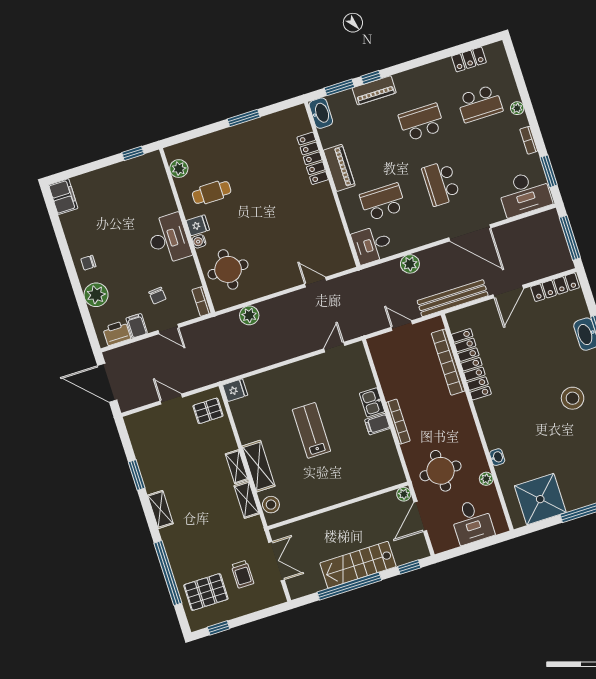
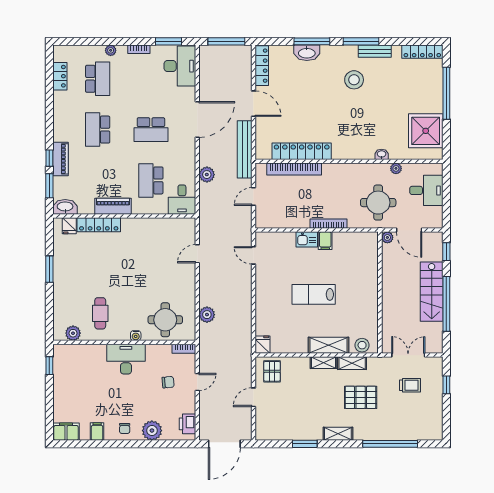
fridge: (198, 225) -> (69, 226), moved, turned 180
filing cabinet: (137, 326) -> (97, 432), moved, turned 90
pallet: (206, 592) -> (361, 397), moved, turned 90
window: (219, 628) -> (446, 385), moved

